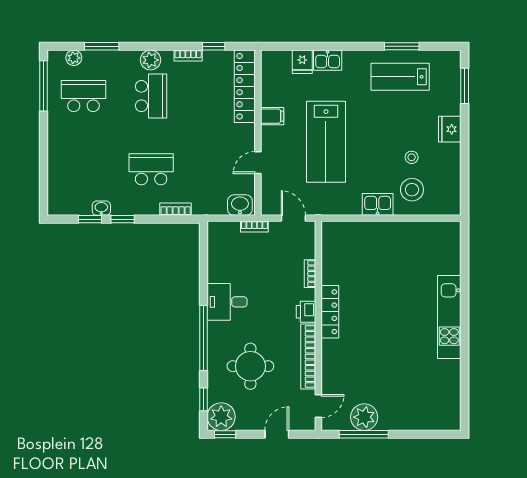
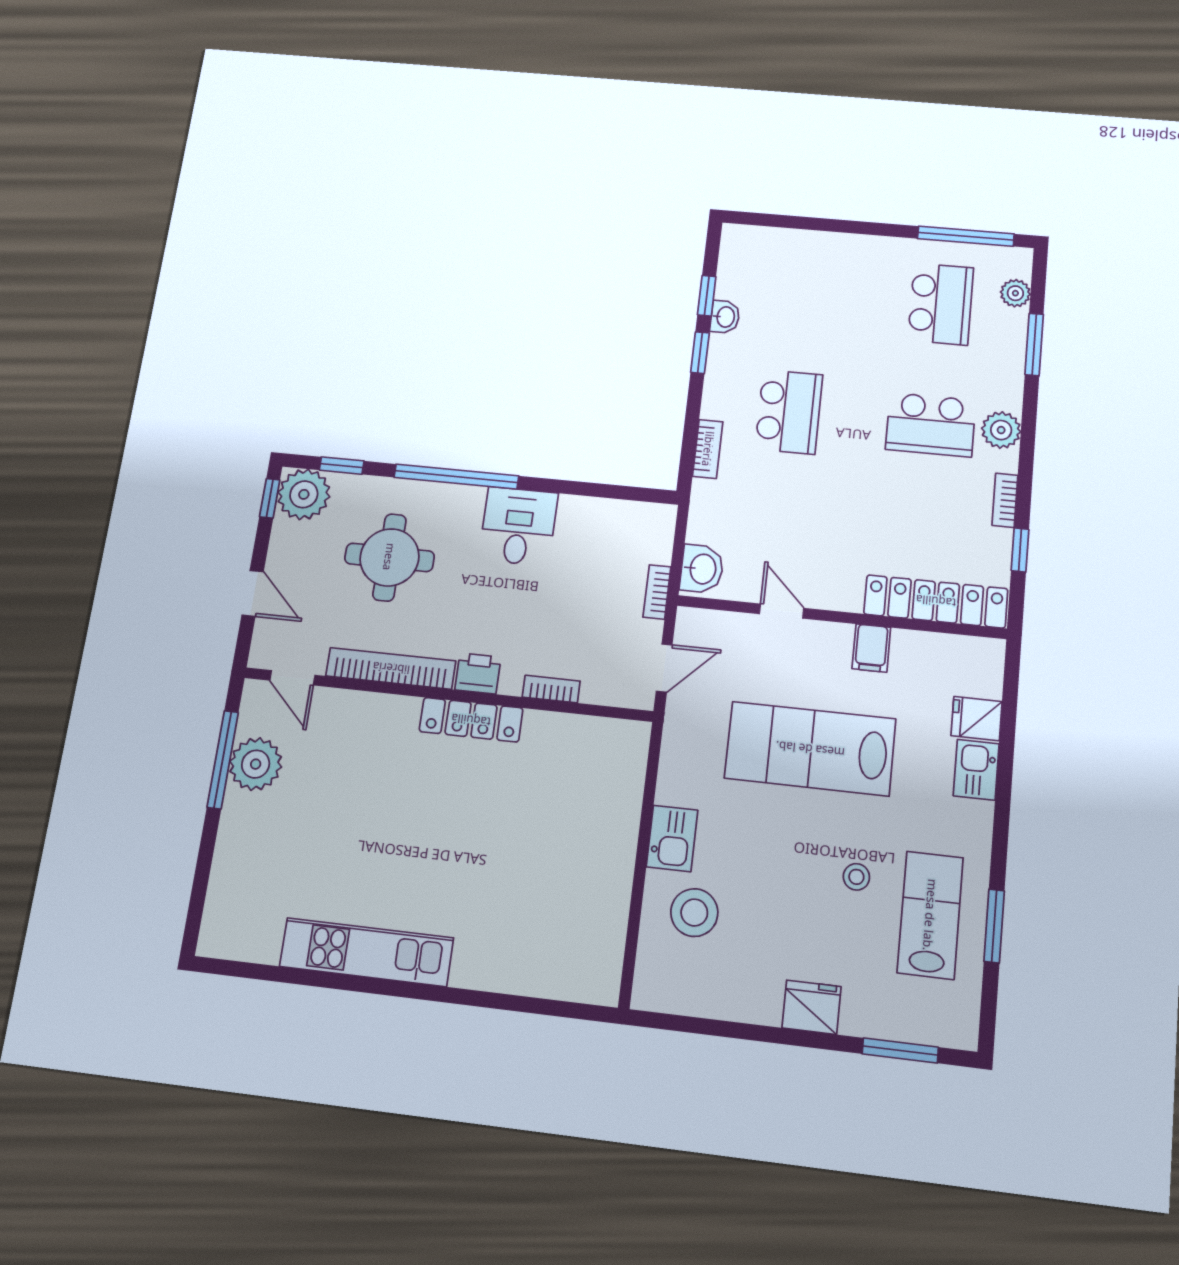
stool: (412, 157) -> (856, 877), moved
kitchen unit: (449, 317) -> (366, 952), moved

